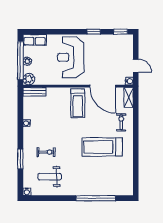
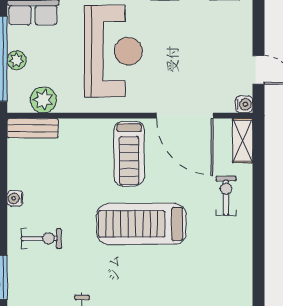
reception desk: (71, 57) -> (113, 51), turned 180
plant: (29, 79) -> (43, 100), moved
treadmill: (102, 147) -> (141, 224), moved
exercise bike: (46, 152) -> (41, 238), moved

